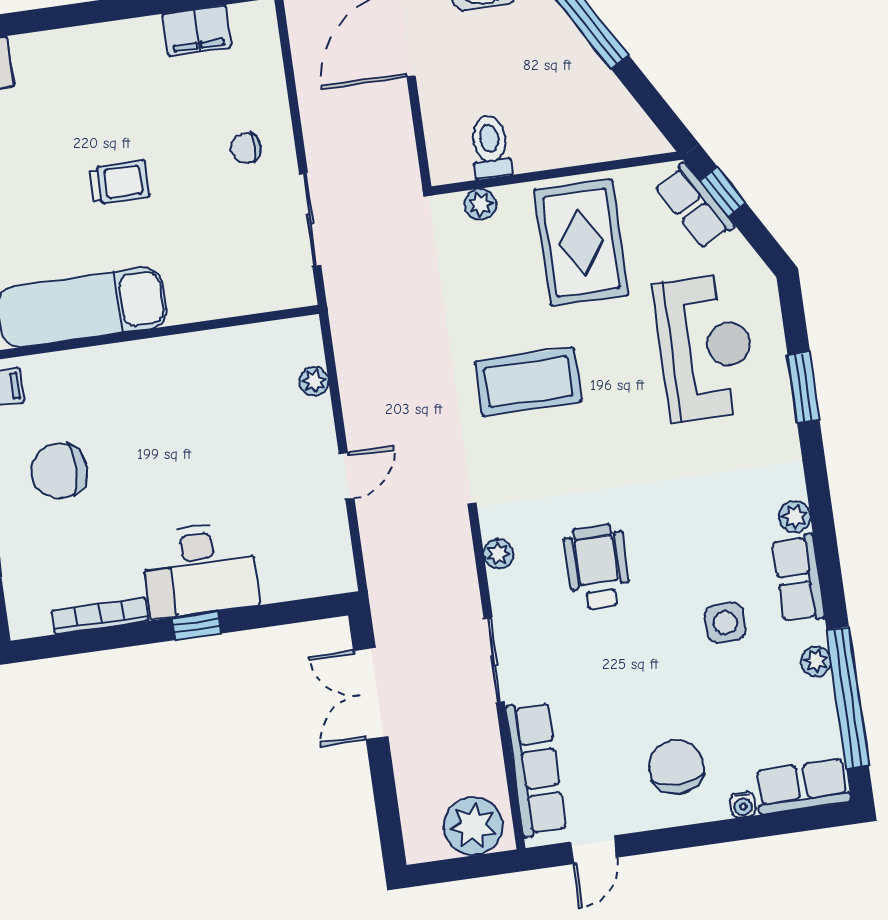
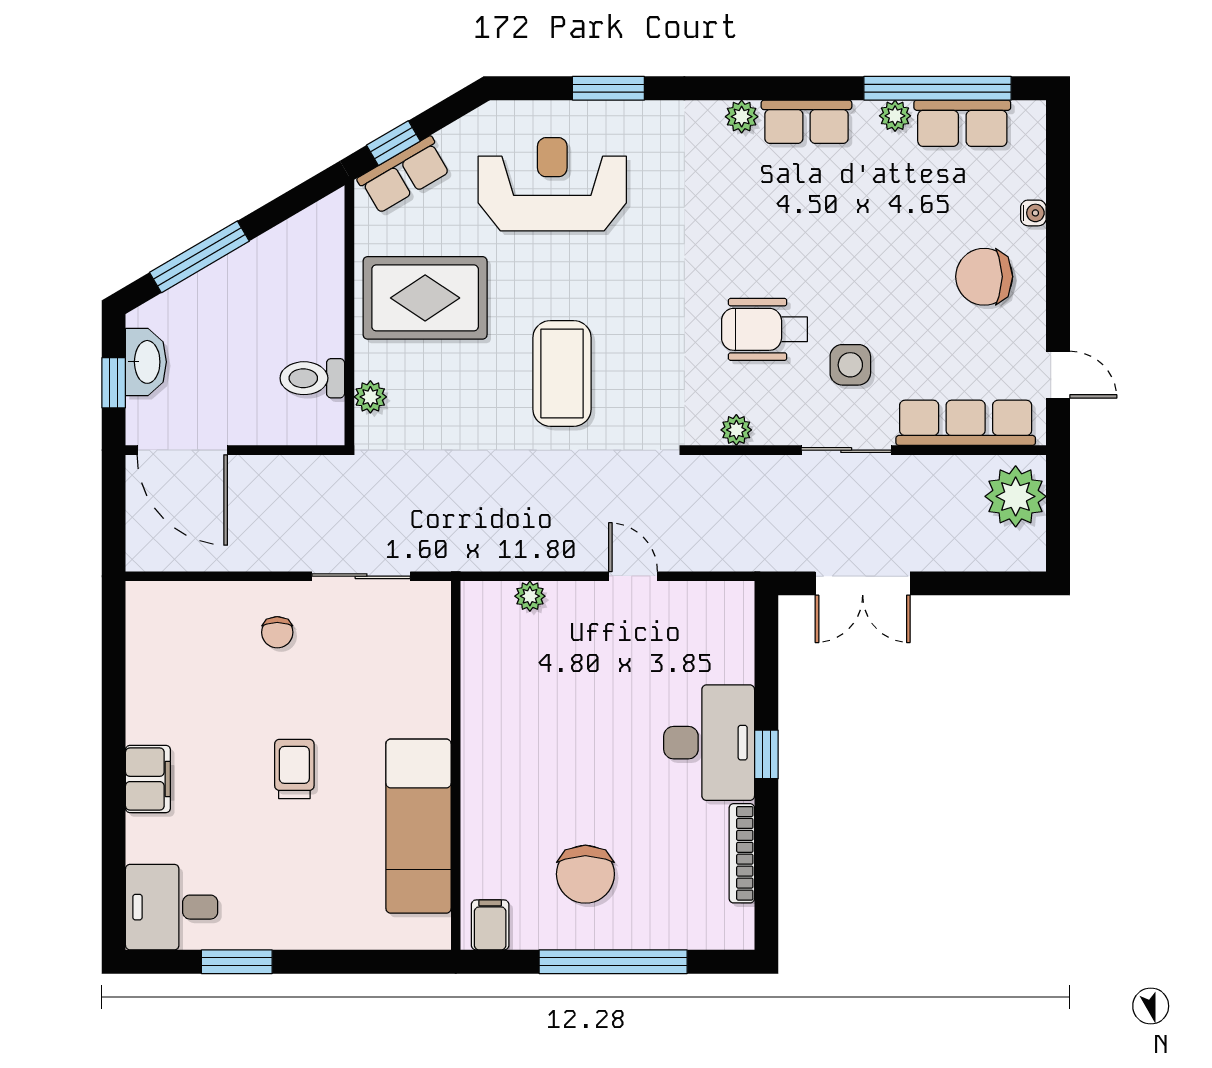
filing cabinet: (197, 31) -> (148, 779), moved
side table: (725, 623) -> (850, 365), moved
row of seats: (802, 786) -> (962, 123), moved, turned -90

